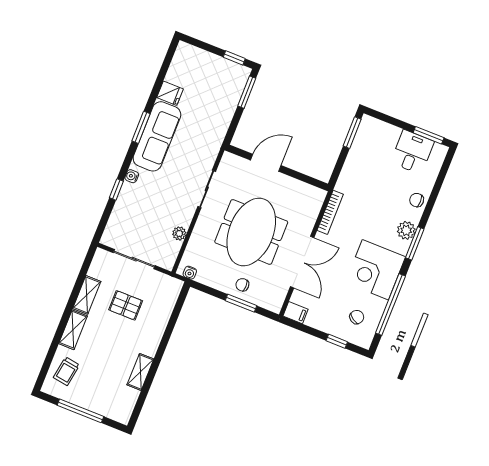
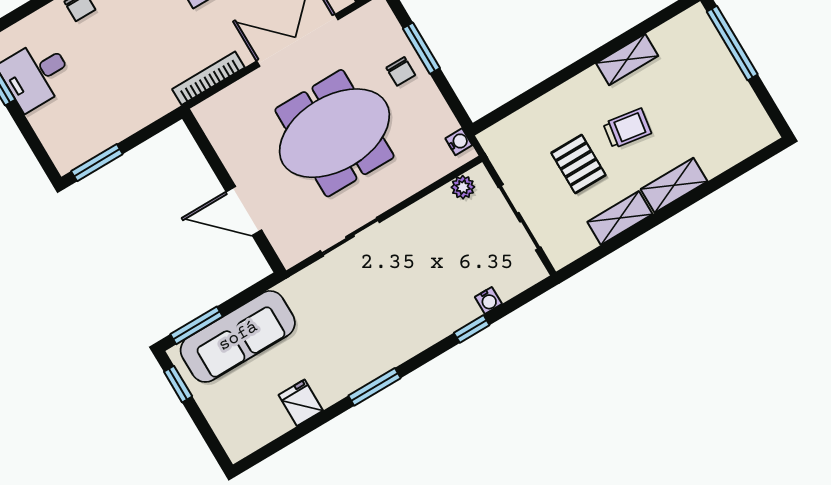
sofa: (157, 136) -> (238, 336), moved, turned 180
water cooler: (132, 176) -> (488, 300), moved
plant: (179, 233) -> (463, 187), moved
trolley: (66, 371) -> (627, 128), moved
window: (80, 411) -> (732, 43), moved

